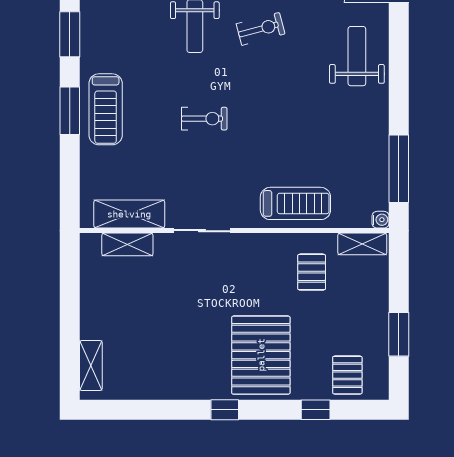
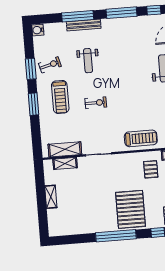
exercise bike: (261, 29) -> (50, 65), moved
treadmill: (106, 109) -> (60, 97), moved
shelving: (91, 365) -> (51, 197), moved
window: (225, 410) -> (116, 236), width x3.17

